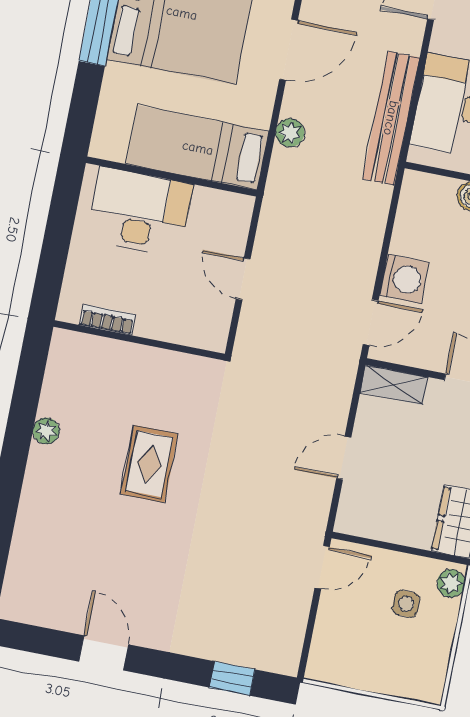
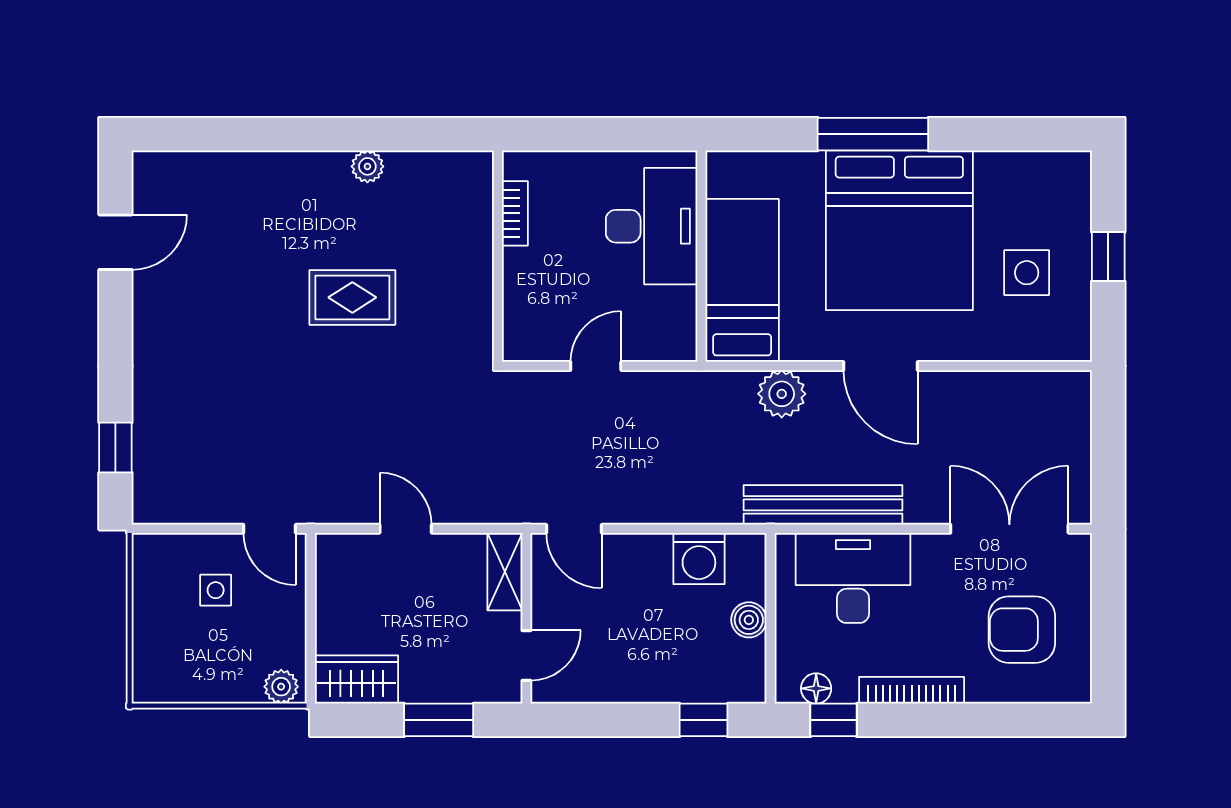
plant: (290, 133) -> (782, 394), width x1.38, depth x1.38
washing machine: (404, 279) -> (699, 558), moved
side table: (406, 604) -> (216, 590), moved
door: (104, 653) -> (115, 242), moved

